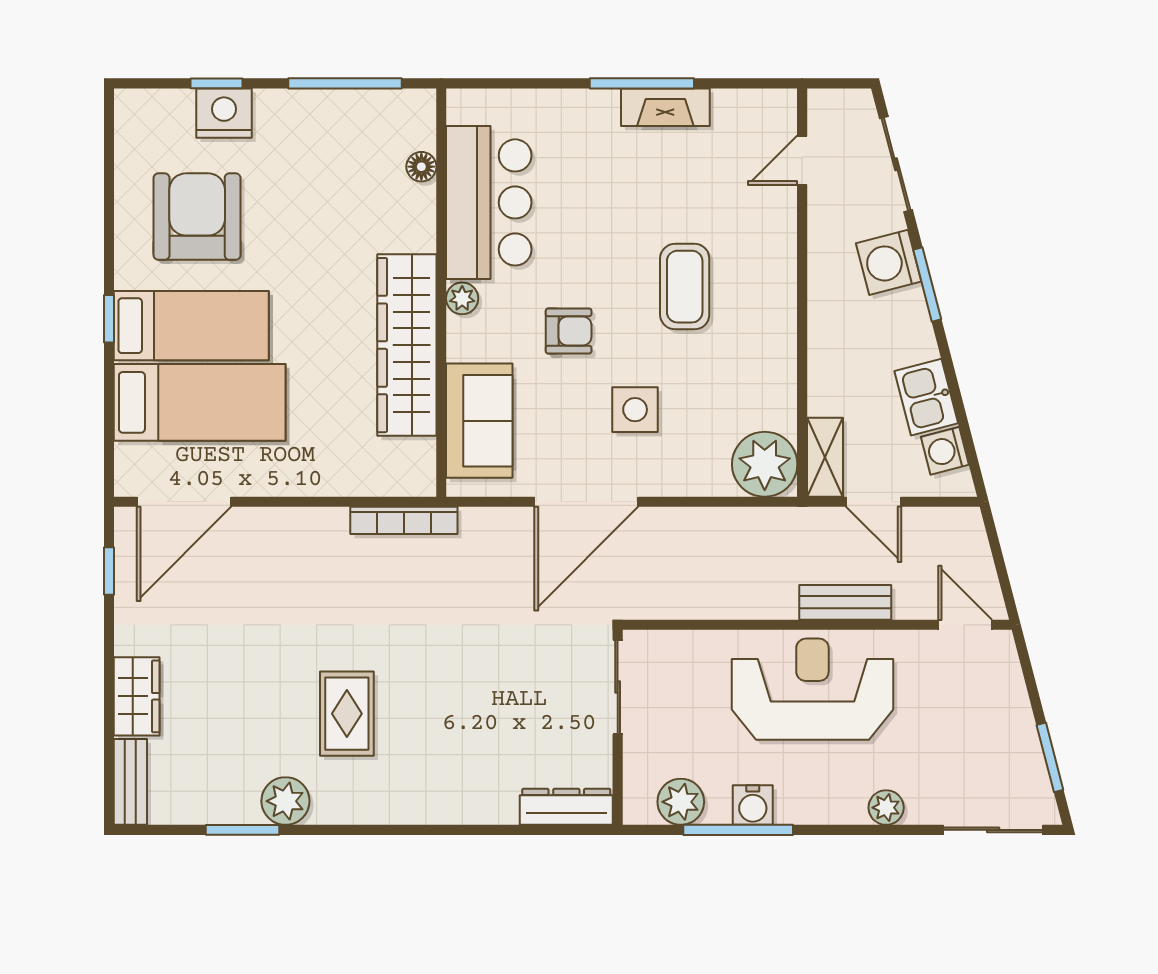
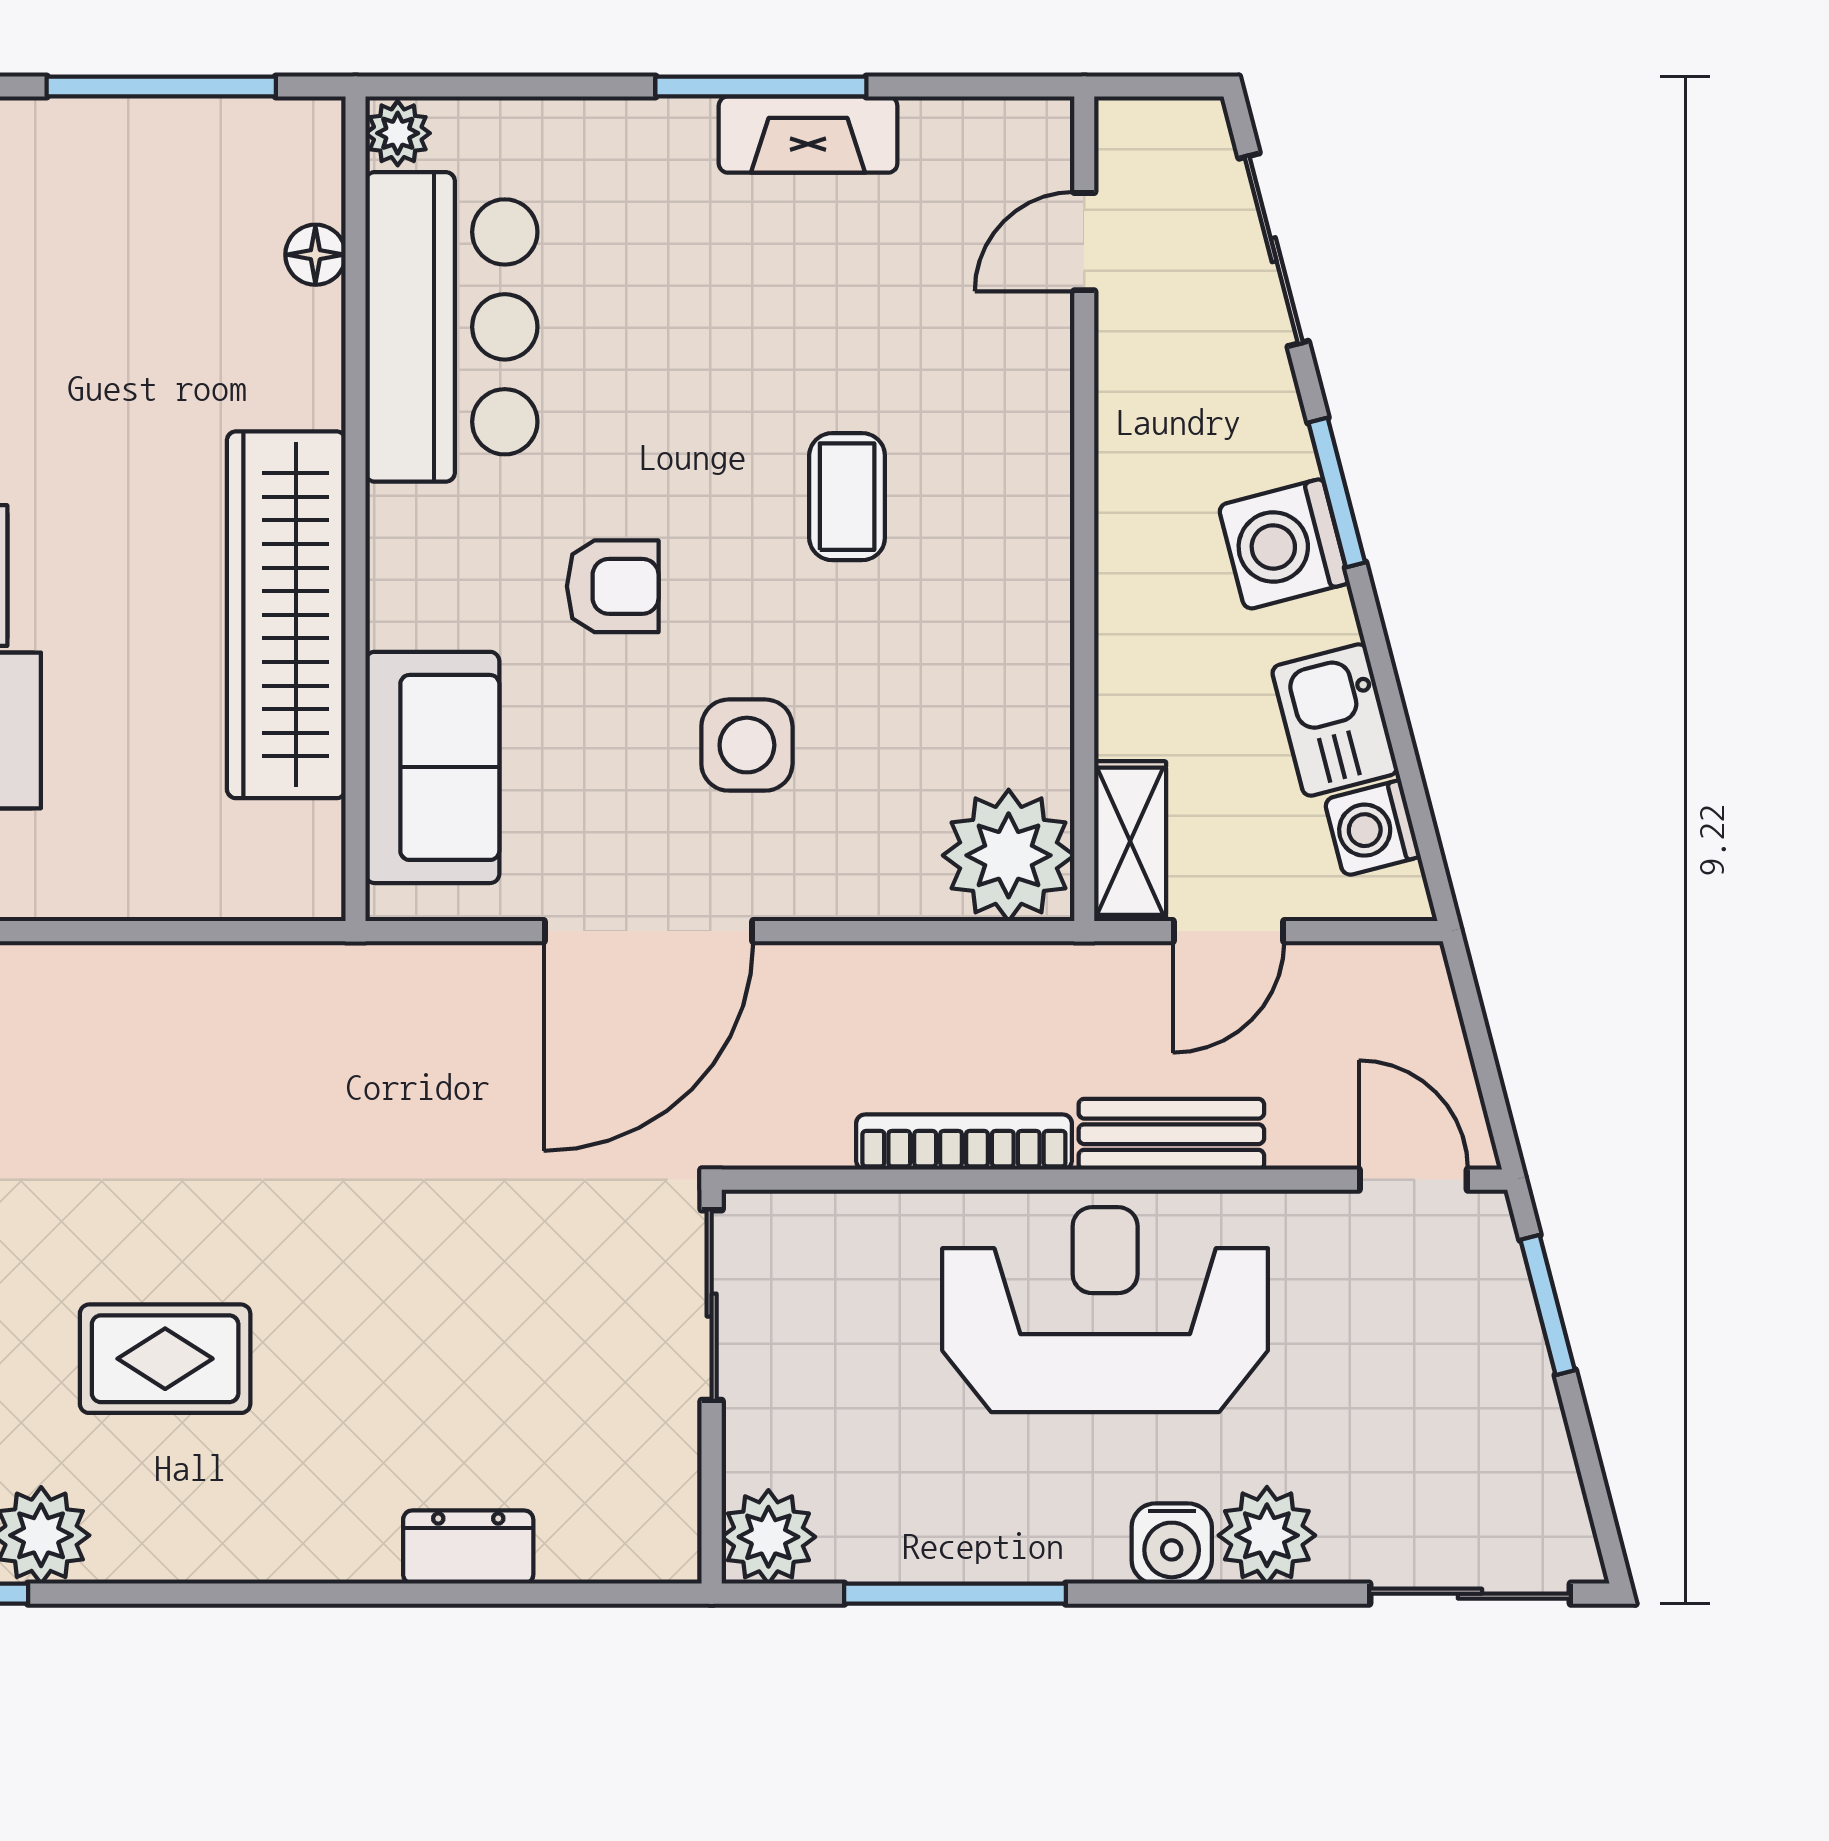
washing machine: (889, 262) -> (1284, 544), moved
coffee table: (685, 287) -> (847, 497), width x0.73, depth x0.77
plant: (462, 298) -> (398, 133), moved
door: (874, 502) -> (1229, 931), hinge flipped
bookcase: (404, 520) -> (964, 1142), moved, turned 180
rug: (347, 714) -> (165, 1359), turned 90
window: (1050, 757) -> (1548, 1305), moved
plant: (681, 802) -> (768, 1537), moved
water cooler: (753, 805) -> (1172, 1544), moved
dresser: (566, 807) -> (468, 1547), moved, width x0.70
plant: (886, 808) -> (1267, 1535), width x1.38, depth x1.38

